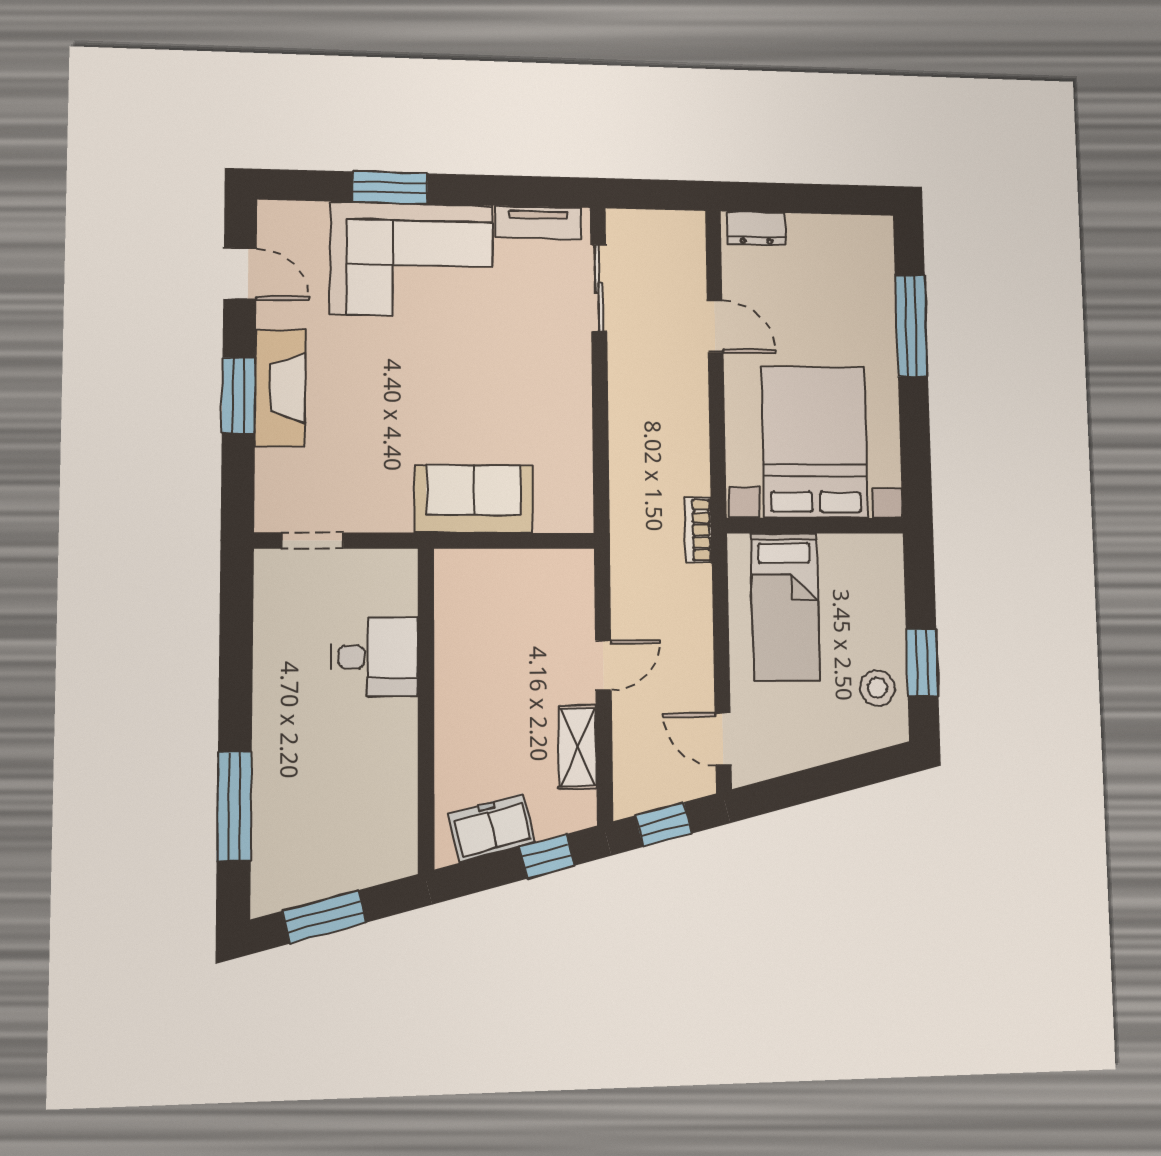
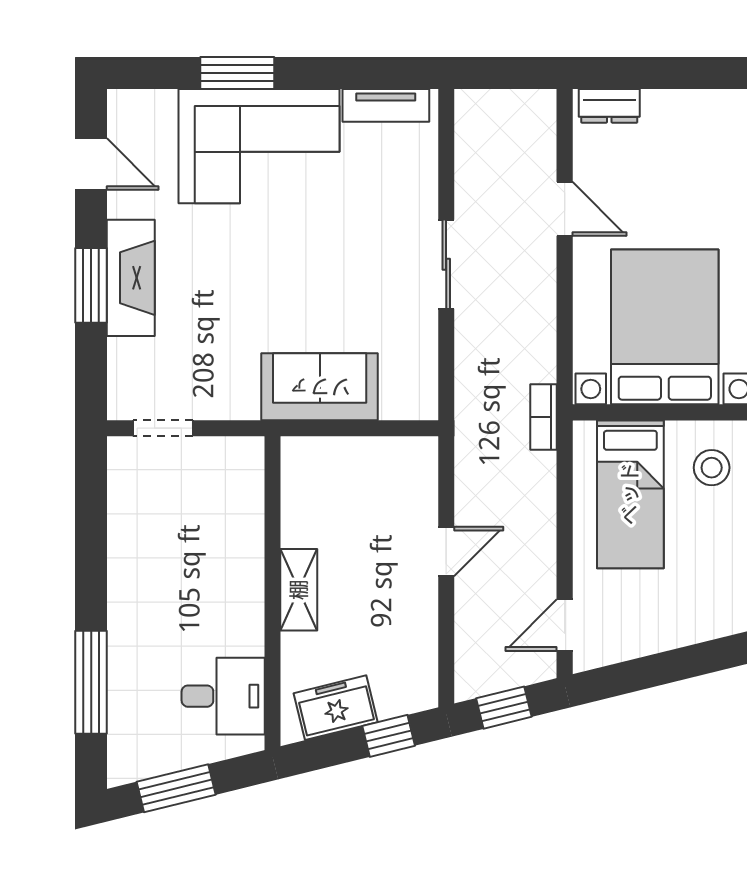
sliding door: (599, 288) -> (446, 264), moved
desk: (375, 657) -> (223, 696), moved
stool: (877, 688) -> (712, 468), moved
door: (723, 739) -> (565, 625), hinge flipped
shelving: (578, 747) -> (299, 590), moved

